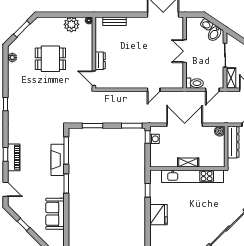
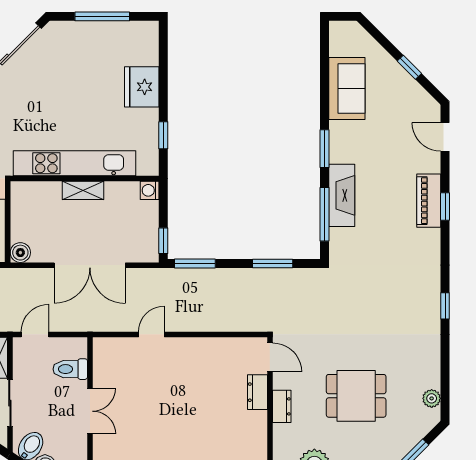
dresser: (88, 53) -> (282, 406), added
toilet: (195, 83) -> (70, 369), moved
washing machine: (154, 139) -> (150, 190), moved

